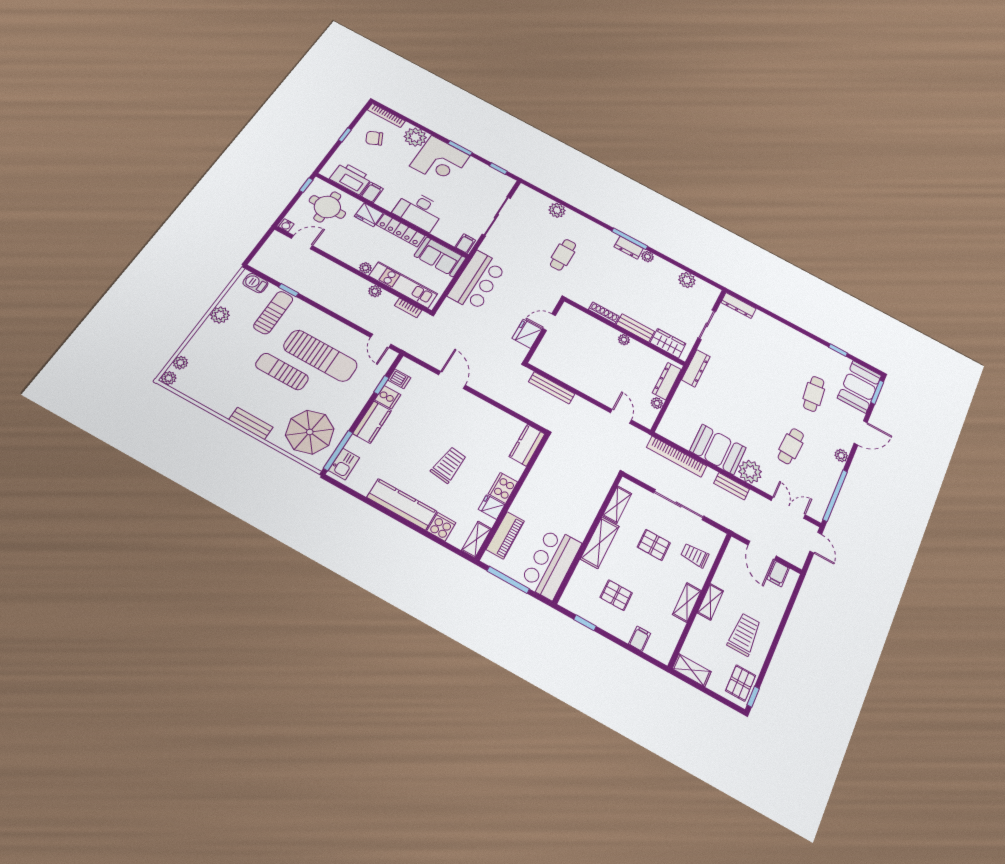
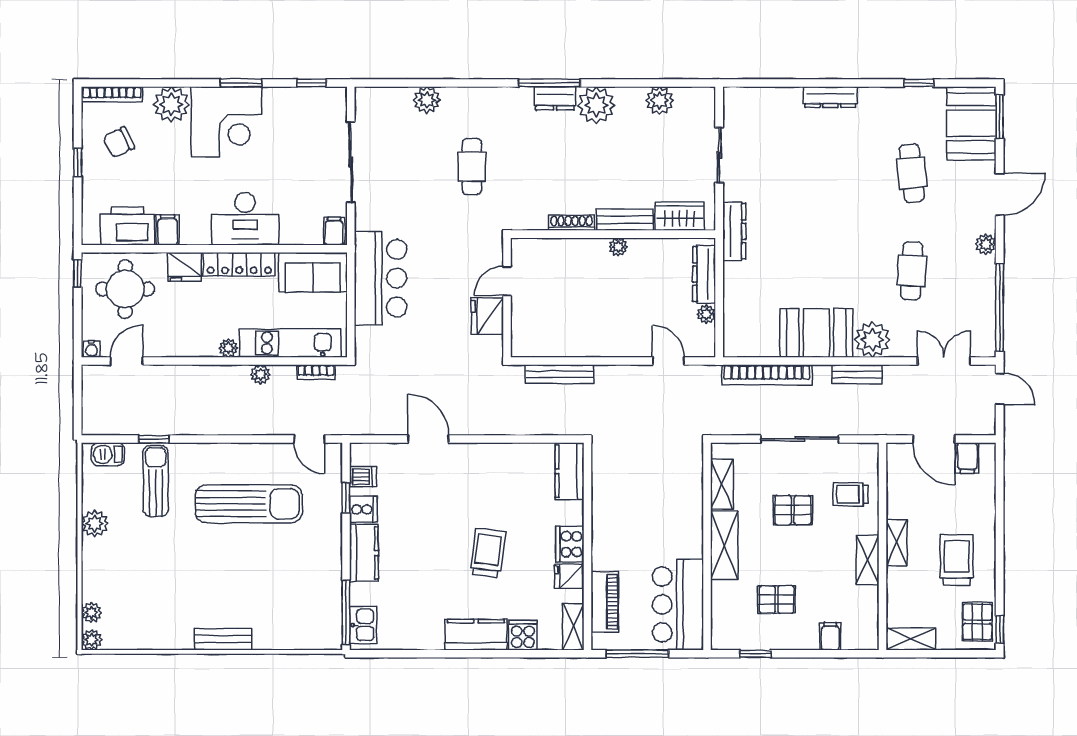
plant: (647, 257) -> (596, 105), width x1.88, depth x1.88
dresser: (738, 306) -> (830, 97), moved
sun lounger: (282, 371) -> (217, 552), removed
parasol: (310, 432) -> (298, 609), removed
kitchen counter: (402, 504) -> (476, 635), width x0.67

